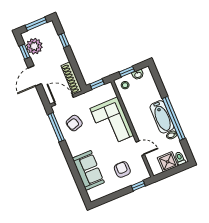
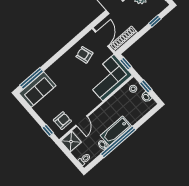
corner sofa: (112, 122) -> (108, 78), moved
window: (56, 127) -> (32, 78), moved
shower: (168, 162) -> (71, 142), moved
armchair: (122, 169) -> (62, 121), moved
sofa: (88, 170) -> (37, 89), moved

